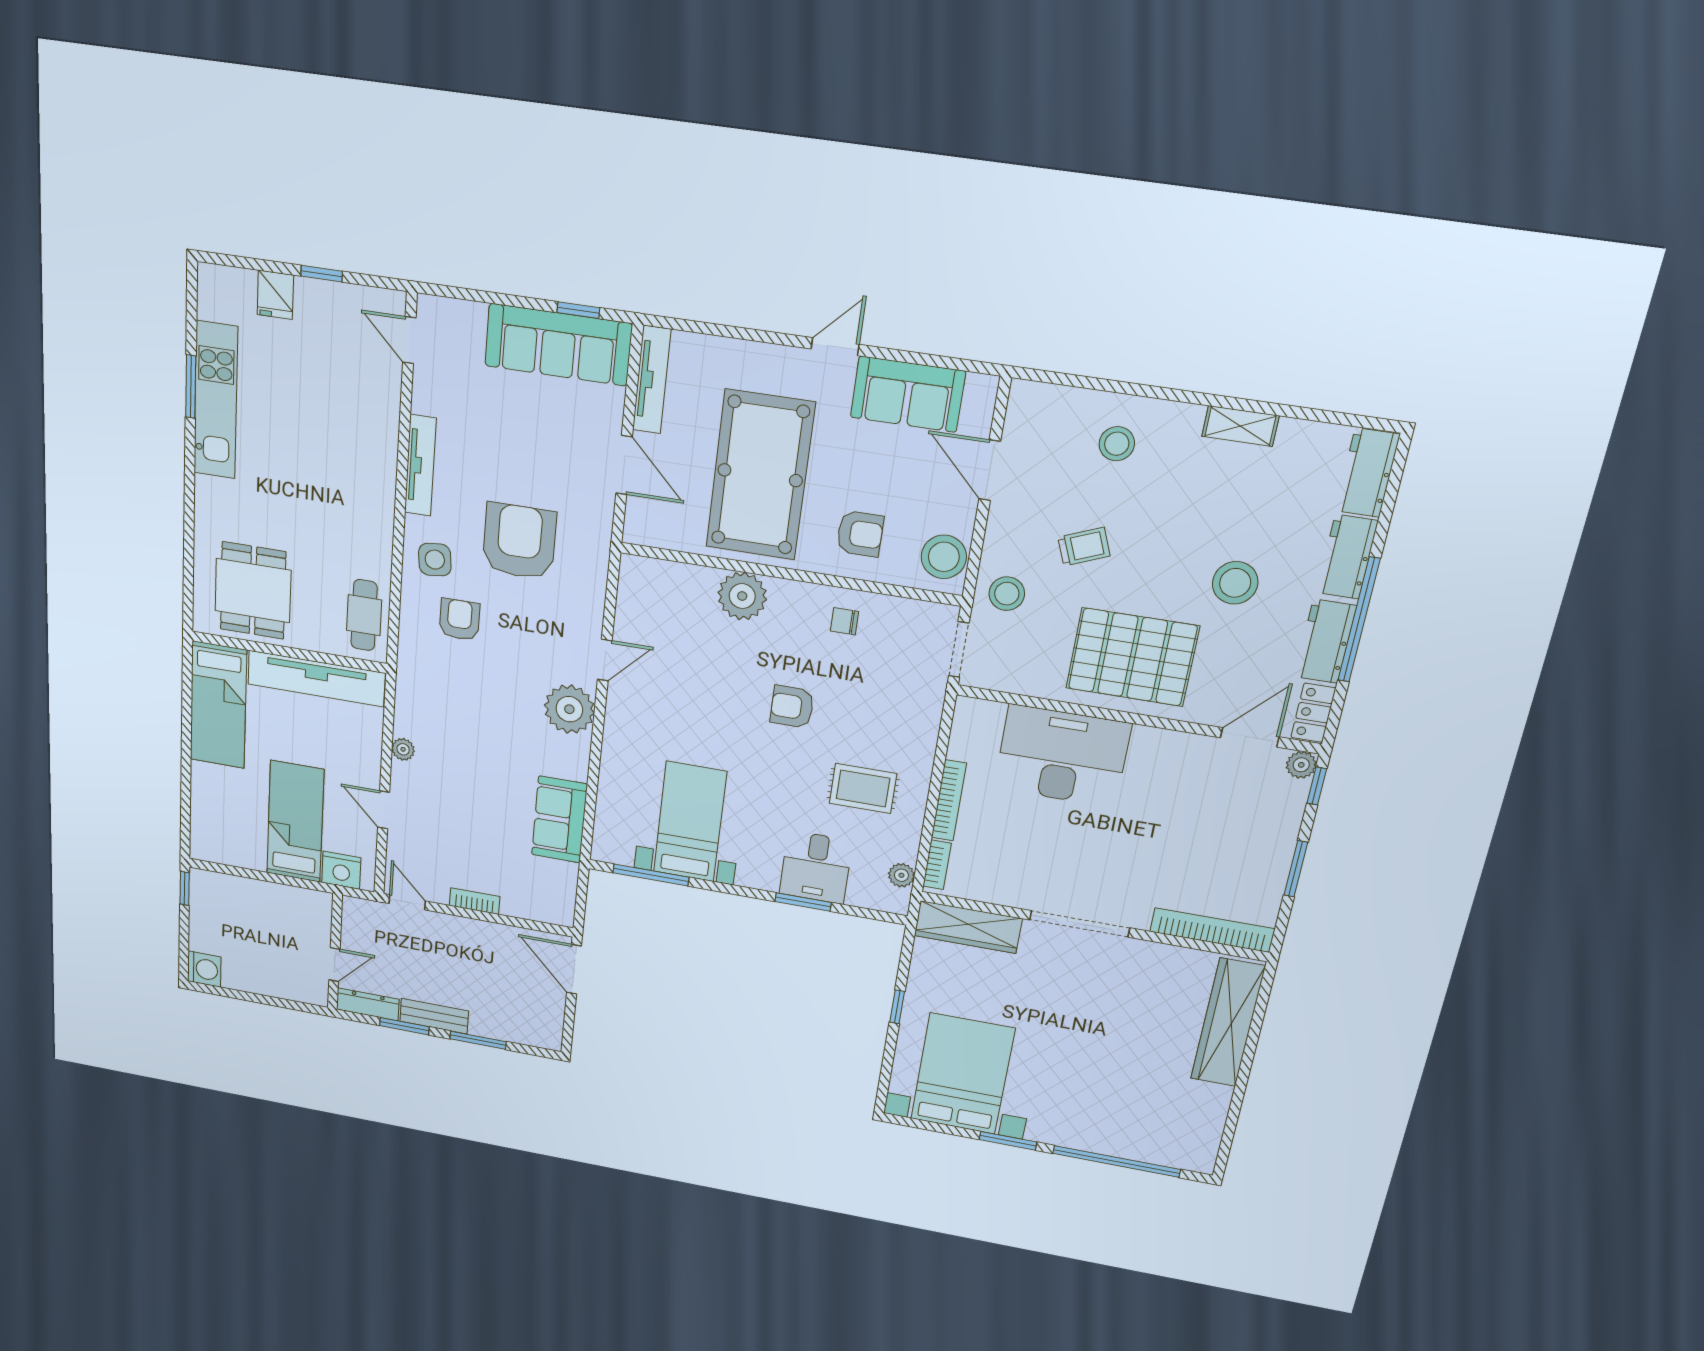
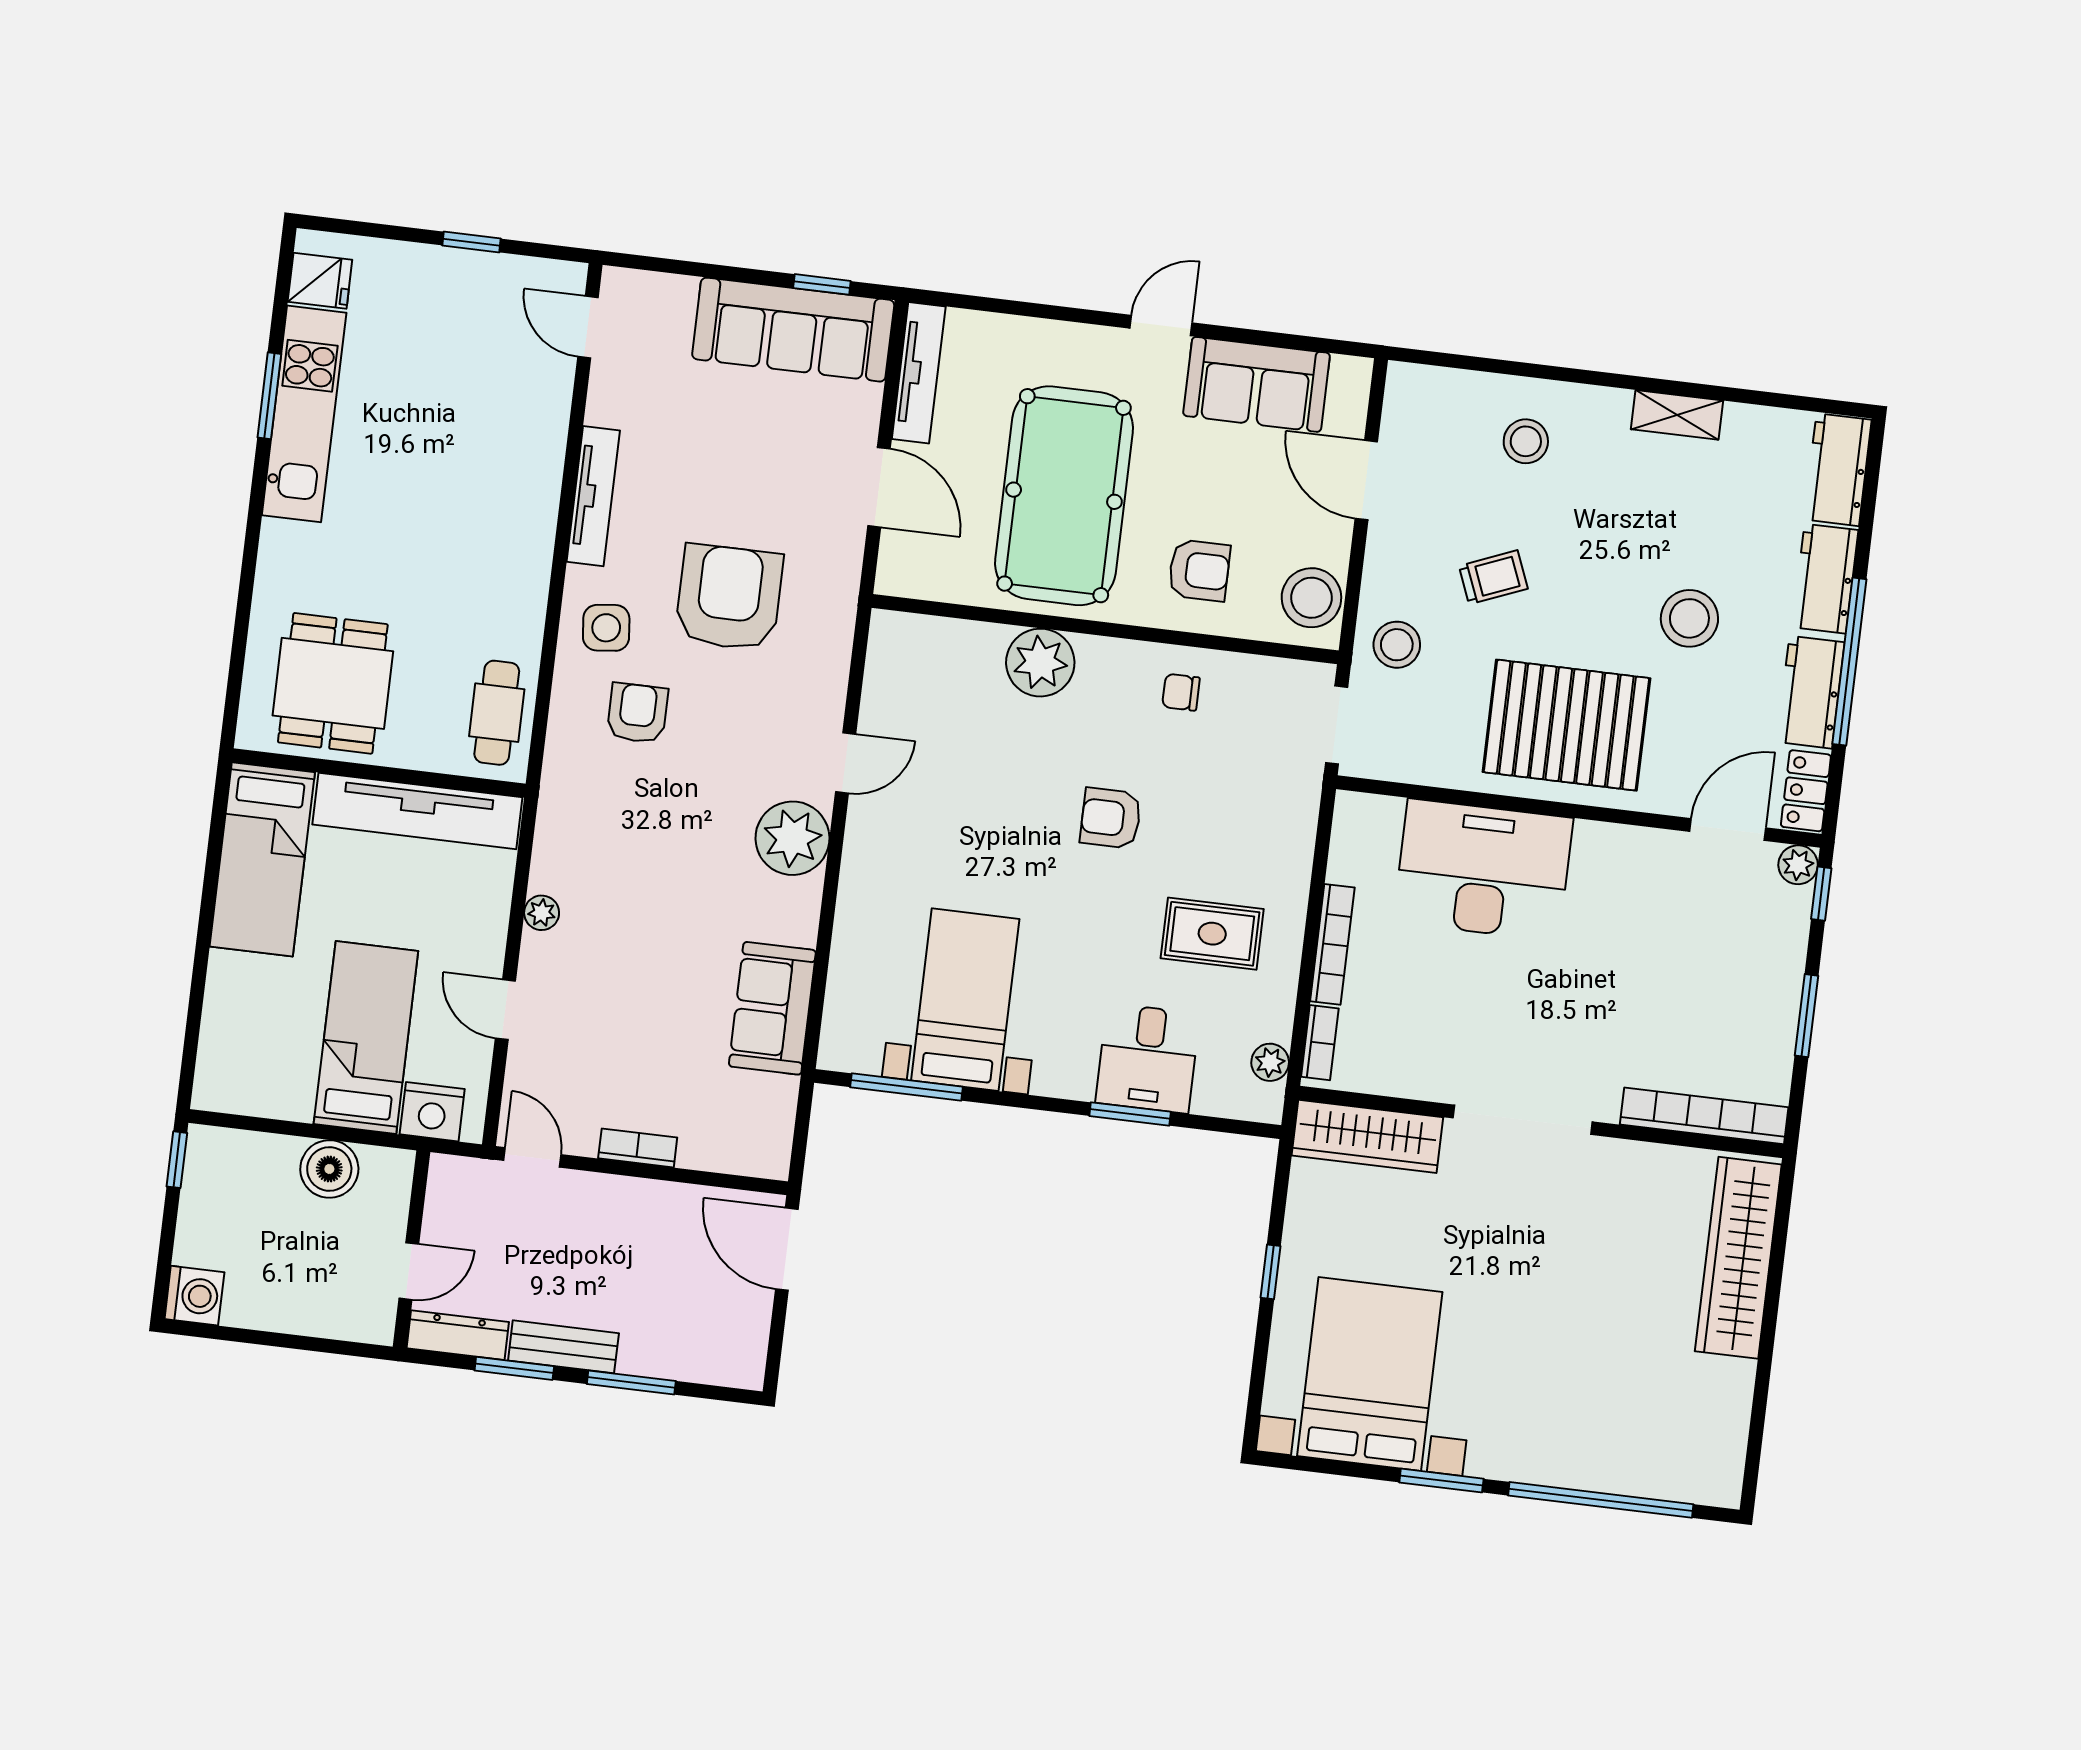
fridge: (275, 295) -> (320, 281), moved, turned -90
boiler: (280, 900) -> (329, 1169), added

